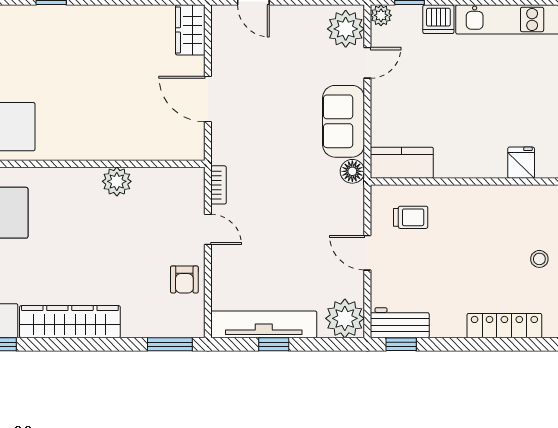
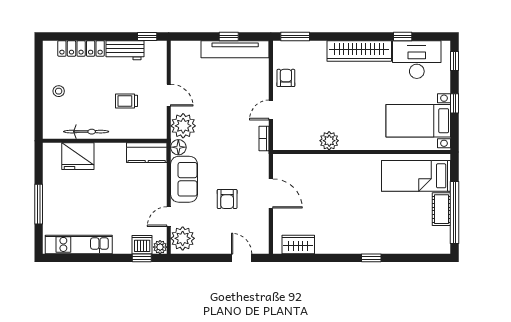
dishwasher: (438, 19) -> (142, 245), moved
wardrobe: (190, 30) -> (298, 244), moved, turned -90
armchair: (276, 90) -> (227, 199), added
fridge: (521, 163) -> (78, 156), width x1.88, depth x1.34
bicycle: (496, 196) -> (86, 132), added
trolley: (411, 217) -> (126, 101), moved
door: (208, 229) -> (271, 110), hinge flipped
plant: (345, 318) -> (183, 126), moved
workbench: (400, 323) -> (125, 50), moved

